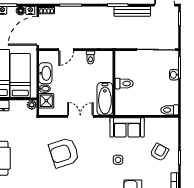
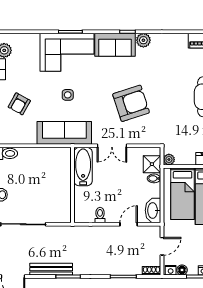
door: (38, 31) -> (162, 246), width x0.53
washbasin: (45, 73) -> (153, 210), moved
toilet: (124, 84) -> (61, 184), removed
sofa: (127, 127) -> (64, 133), width x1.36

